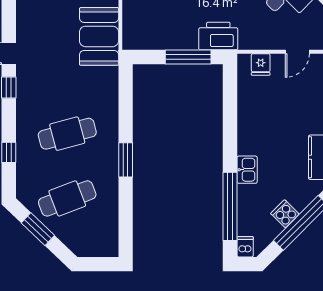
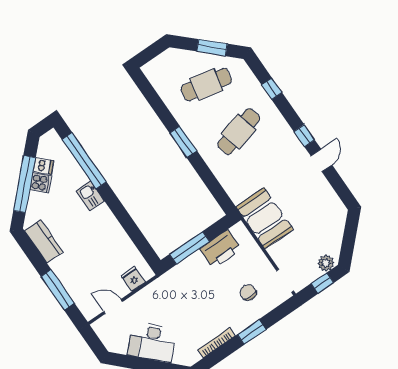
printer: (218, 36) -> (220, 249), moved
door: (297, 52) -> (113, 307), hinge flipped
cafe table: (67, 198) -> (206, 85), turned 33
dishwasher: (245, 247) -> (43, 166), moved, turned -45

